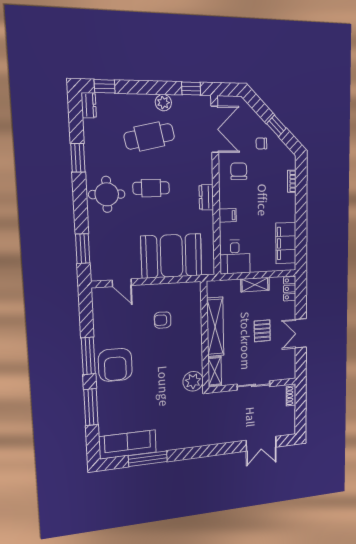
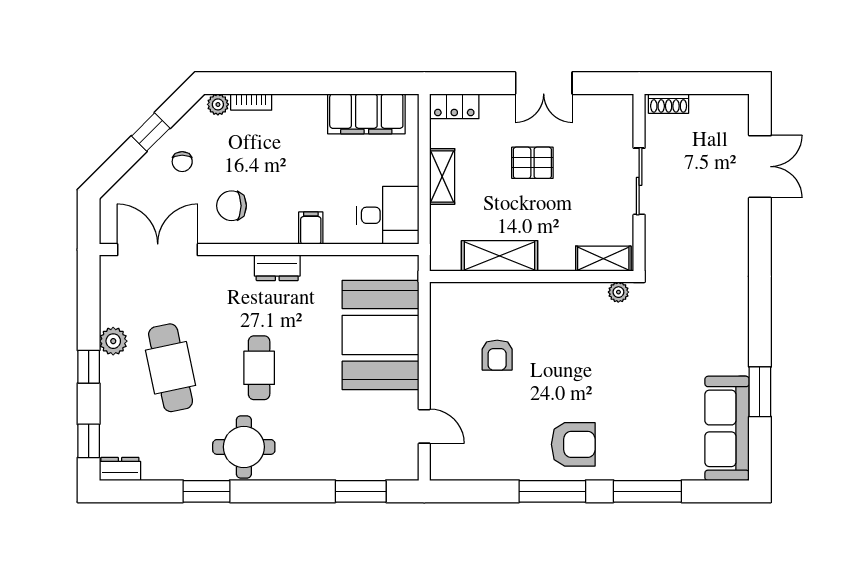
window: (191, 89) -> (89, 367), moved
plant: (291, 163) -> (218, 104), added
round table: (107, 194) -> (244, 447), moved
door: (122, 283) -> (424, 426), hinge flipped
shelving: (215, 327) -> (500, 256), width x0.68
armchair: (115, 365) -> (573, 444), width x0.73, depth x0.73
plant: (193, 381) -> (618, 292), width x0.53, depth x0.53
window: (148, 459) -> (760, 392), width x0.69

